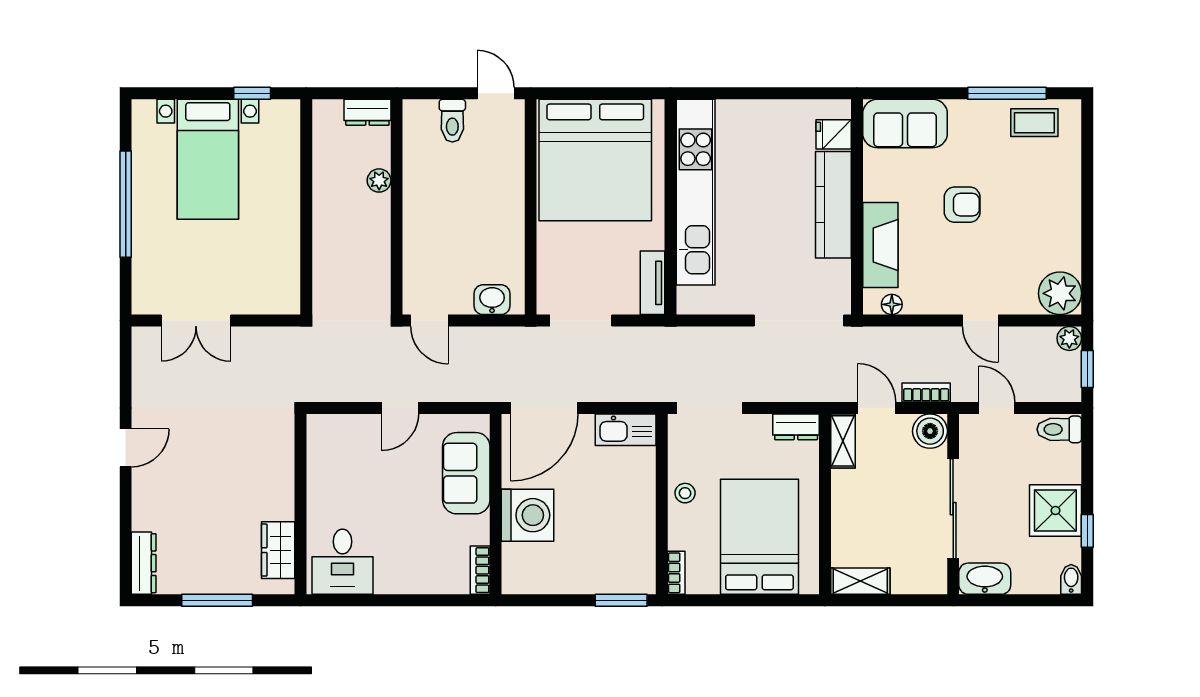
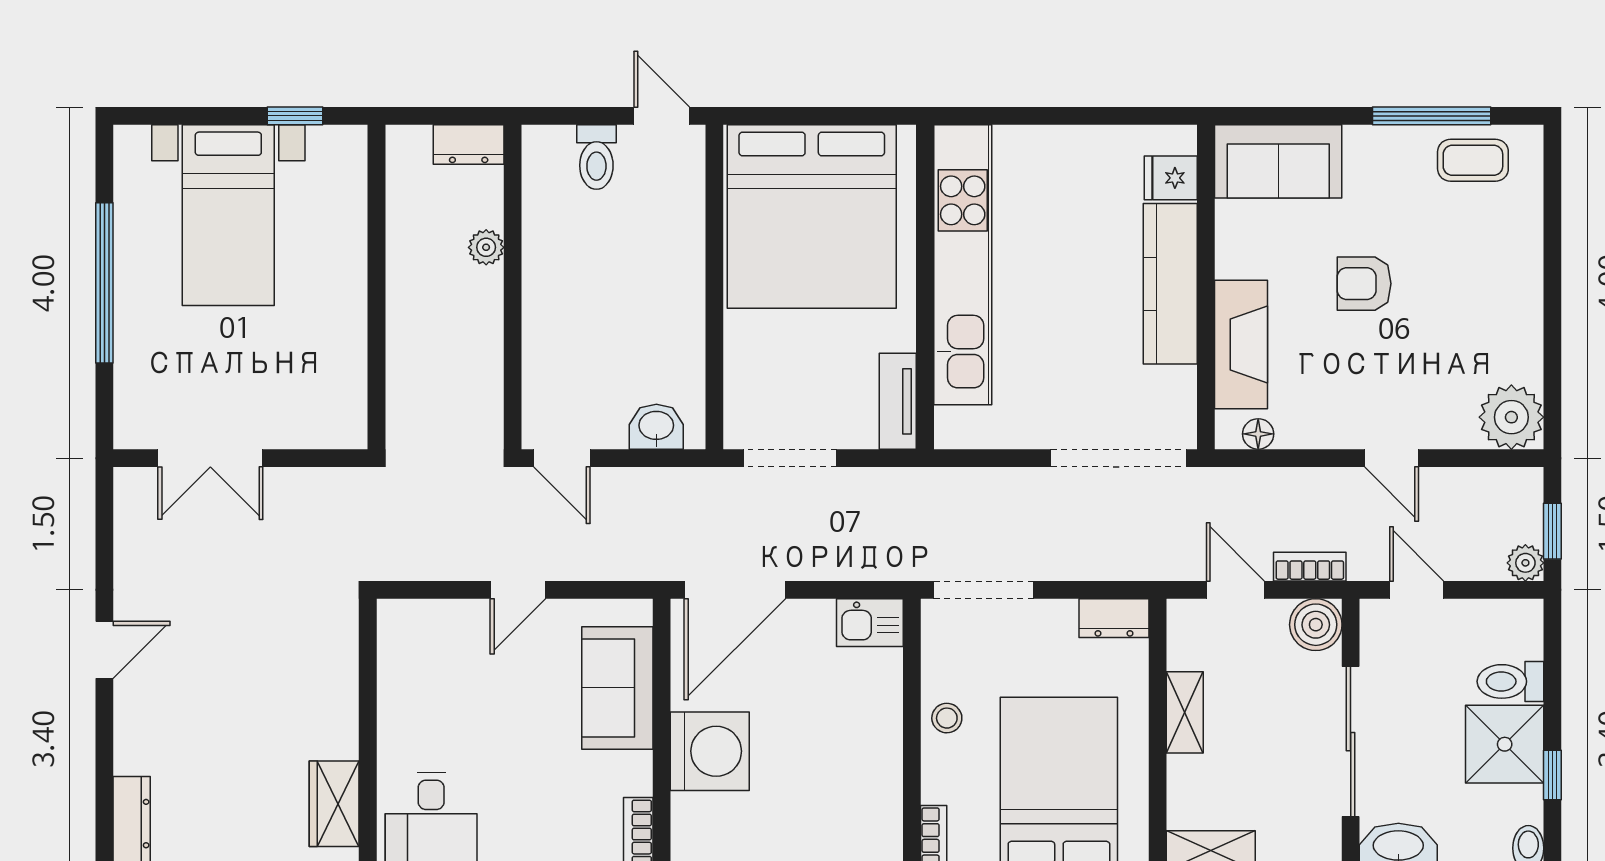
armchair: (962, 205) -> (1364, 284), turned 180
plant: (1069, 338) -> (1525, 563), moved
toilet: (1059, 429) -> (1510, 681), moved
kitchen sink: (626, 430) -> (870, 623), width x0.73
shelving: (843, 441) -> (1185, 712), moved

